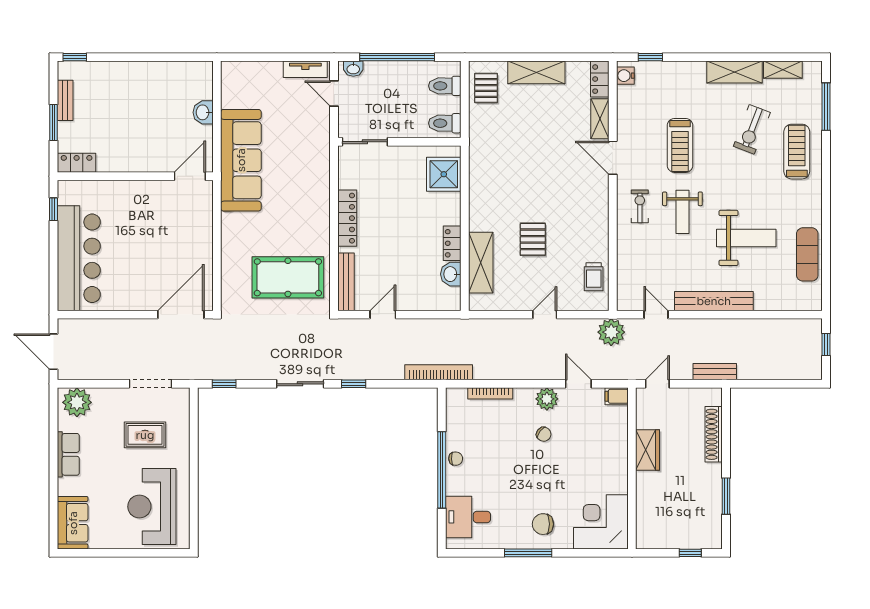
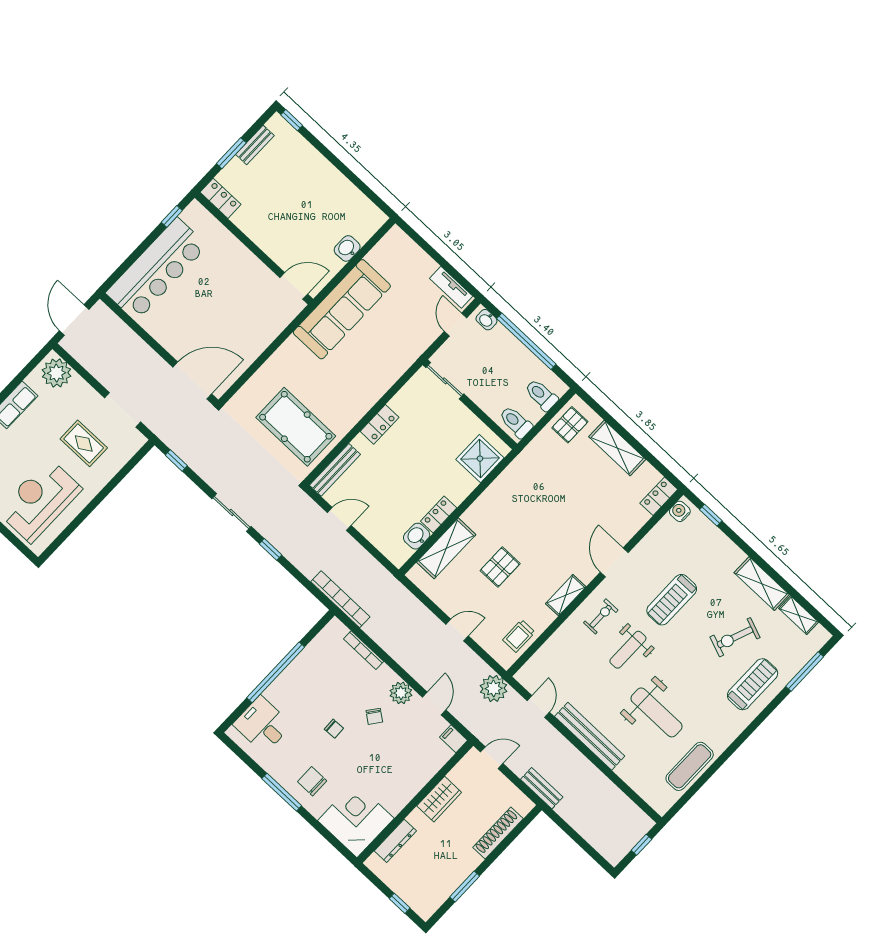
shelving: (600, 119) -> (566, 595), moved
locker: (347, 218) -> (380, 424), width x0.66
chair: (456, 459) -> (334, 729), moved
dresser: (644, 510) -> (395, 841), added

